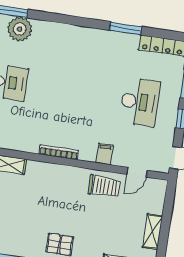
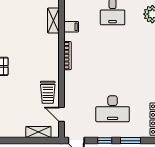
filing cabinet: (104, 154) -> (71, 27), moved
shelving: (153, 232) -> (38, 132), moved

